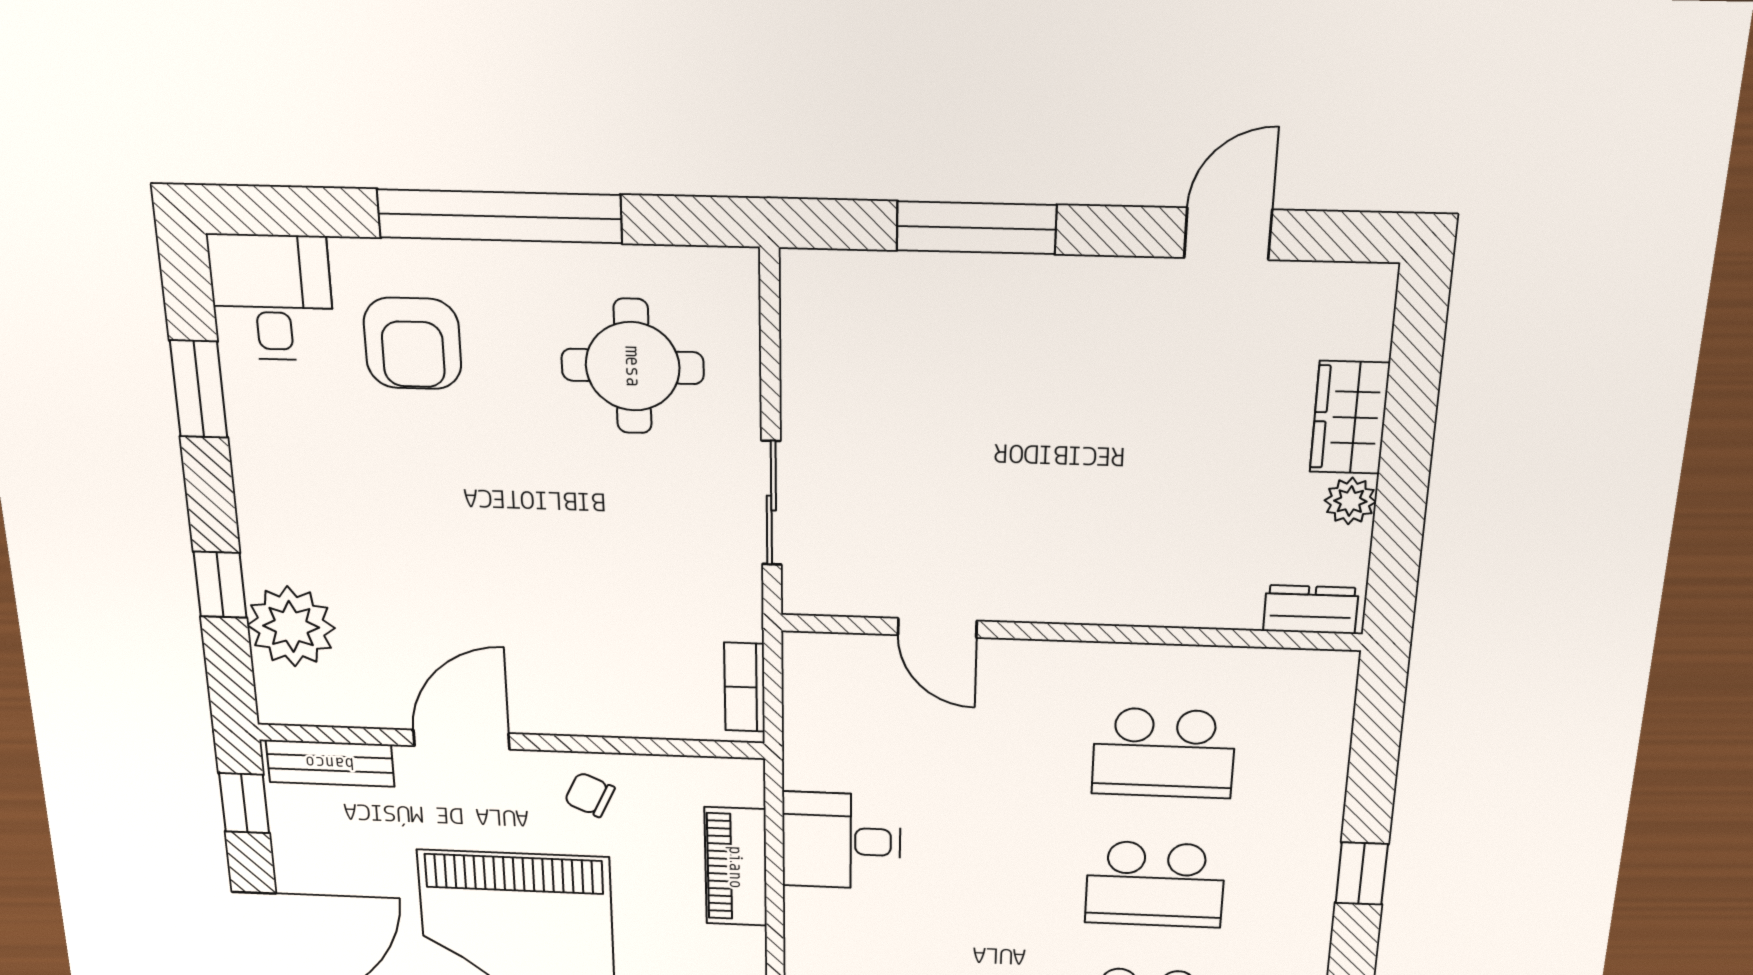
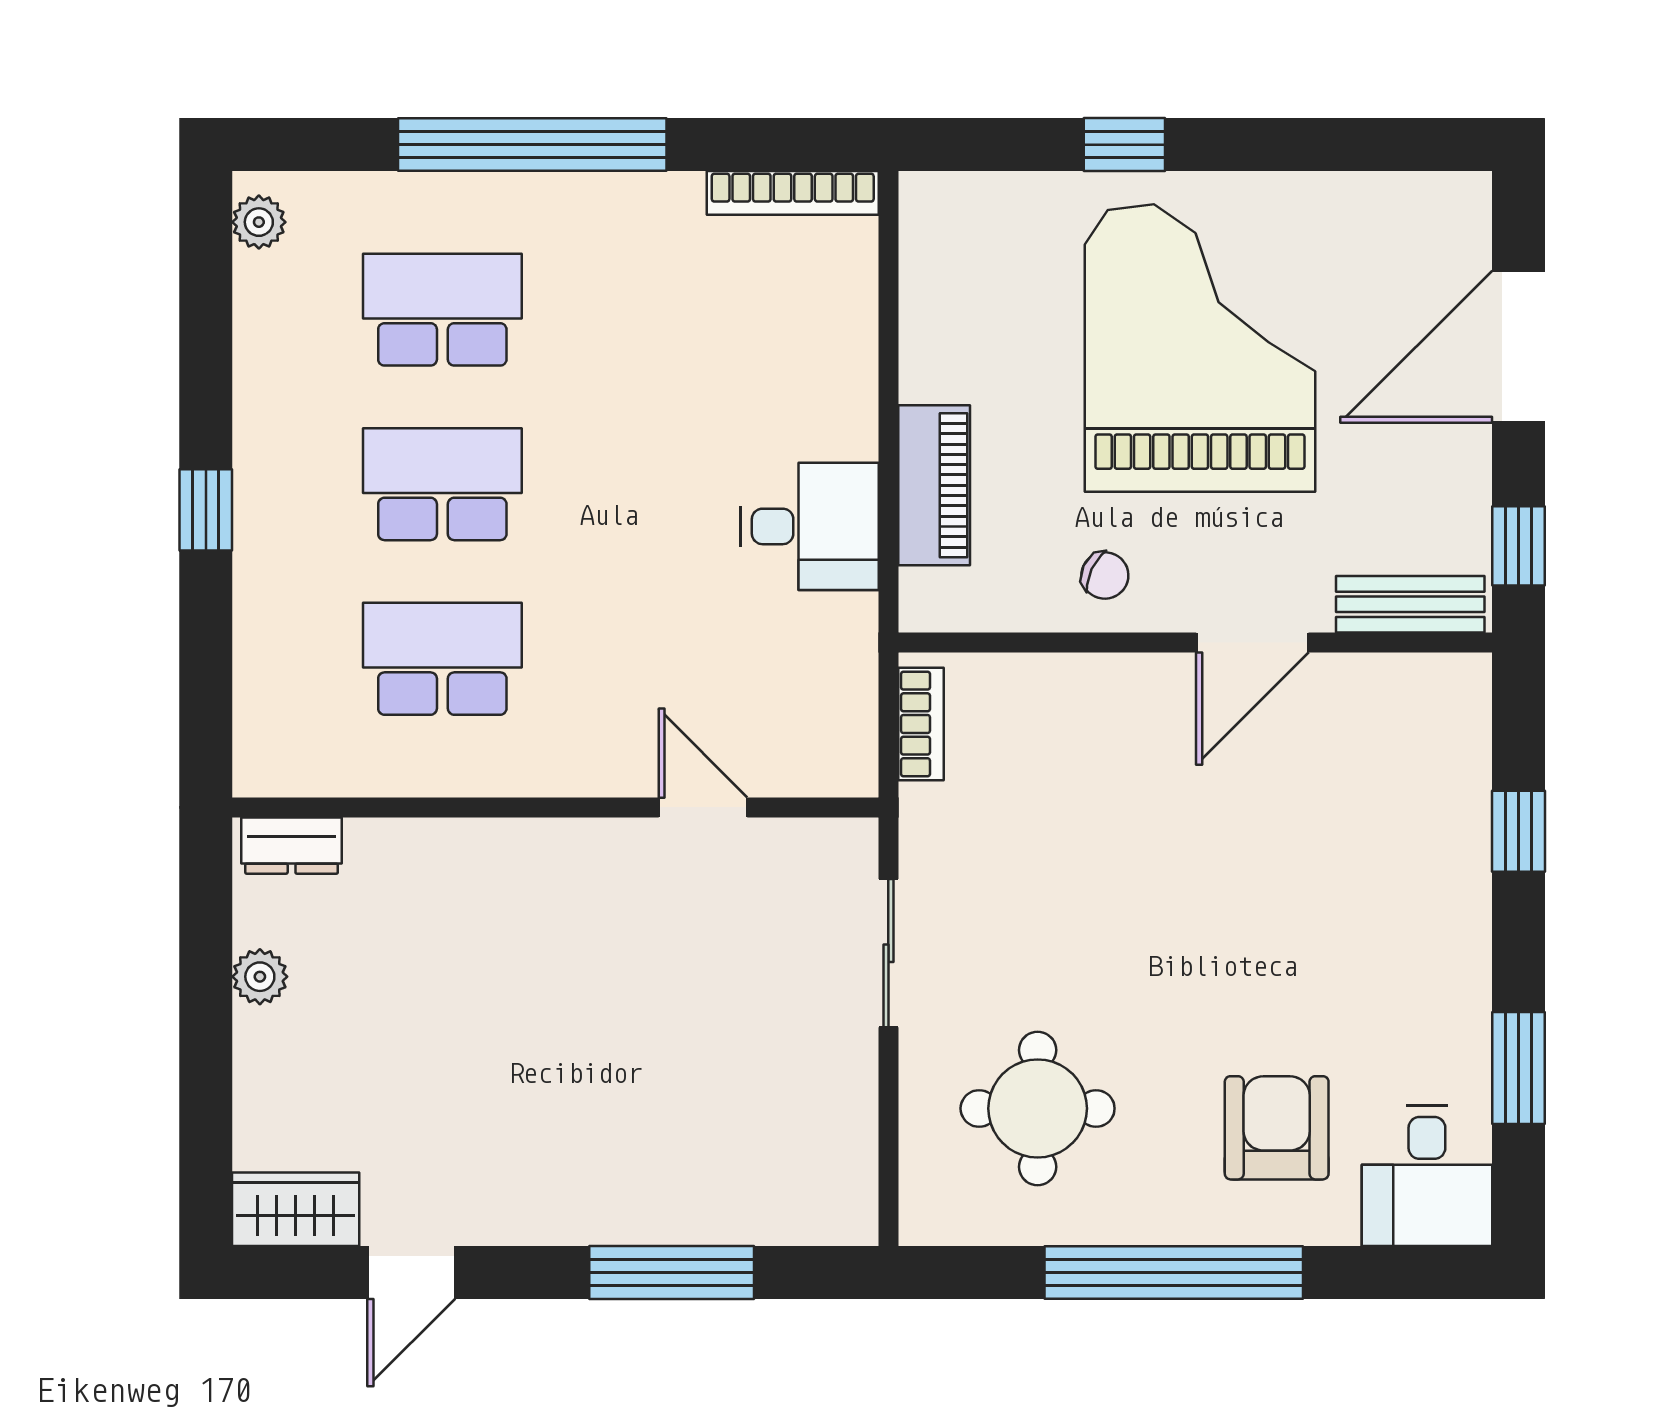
wardrobe: (1350, 418) -> (296, 1209), moved, turned -90
plant: (291, 627) -> (1441, 781), removed

